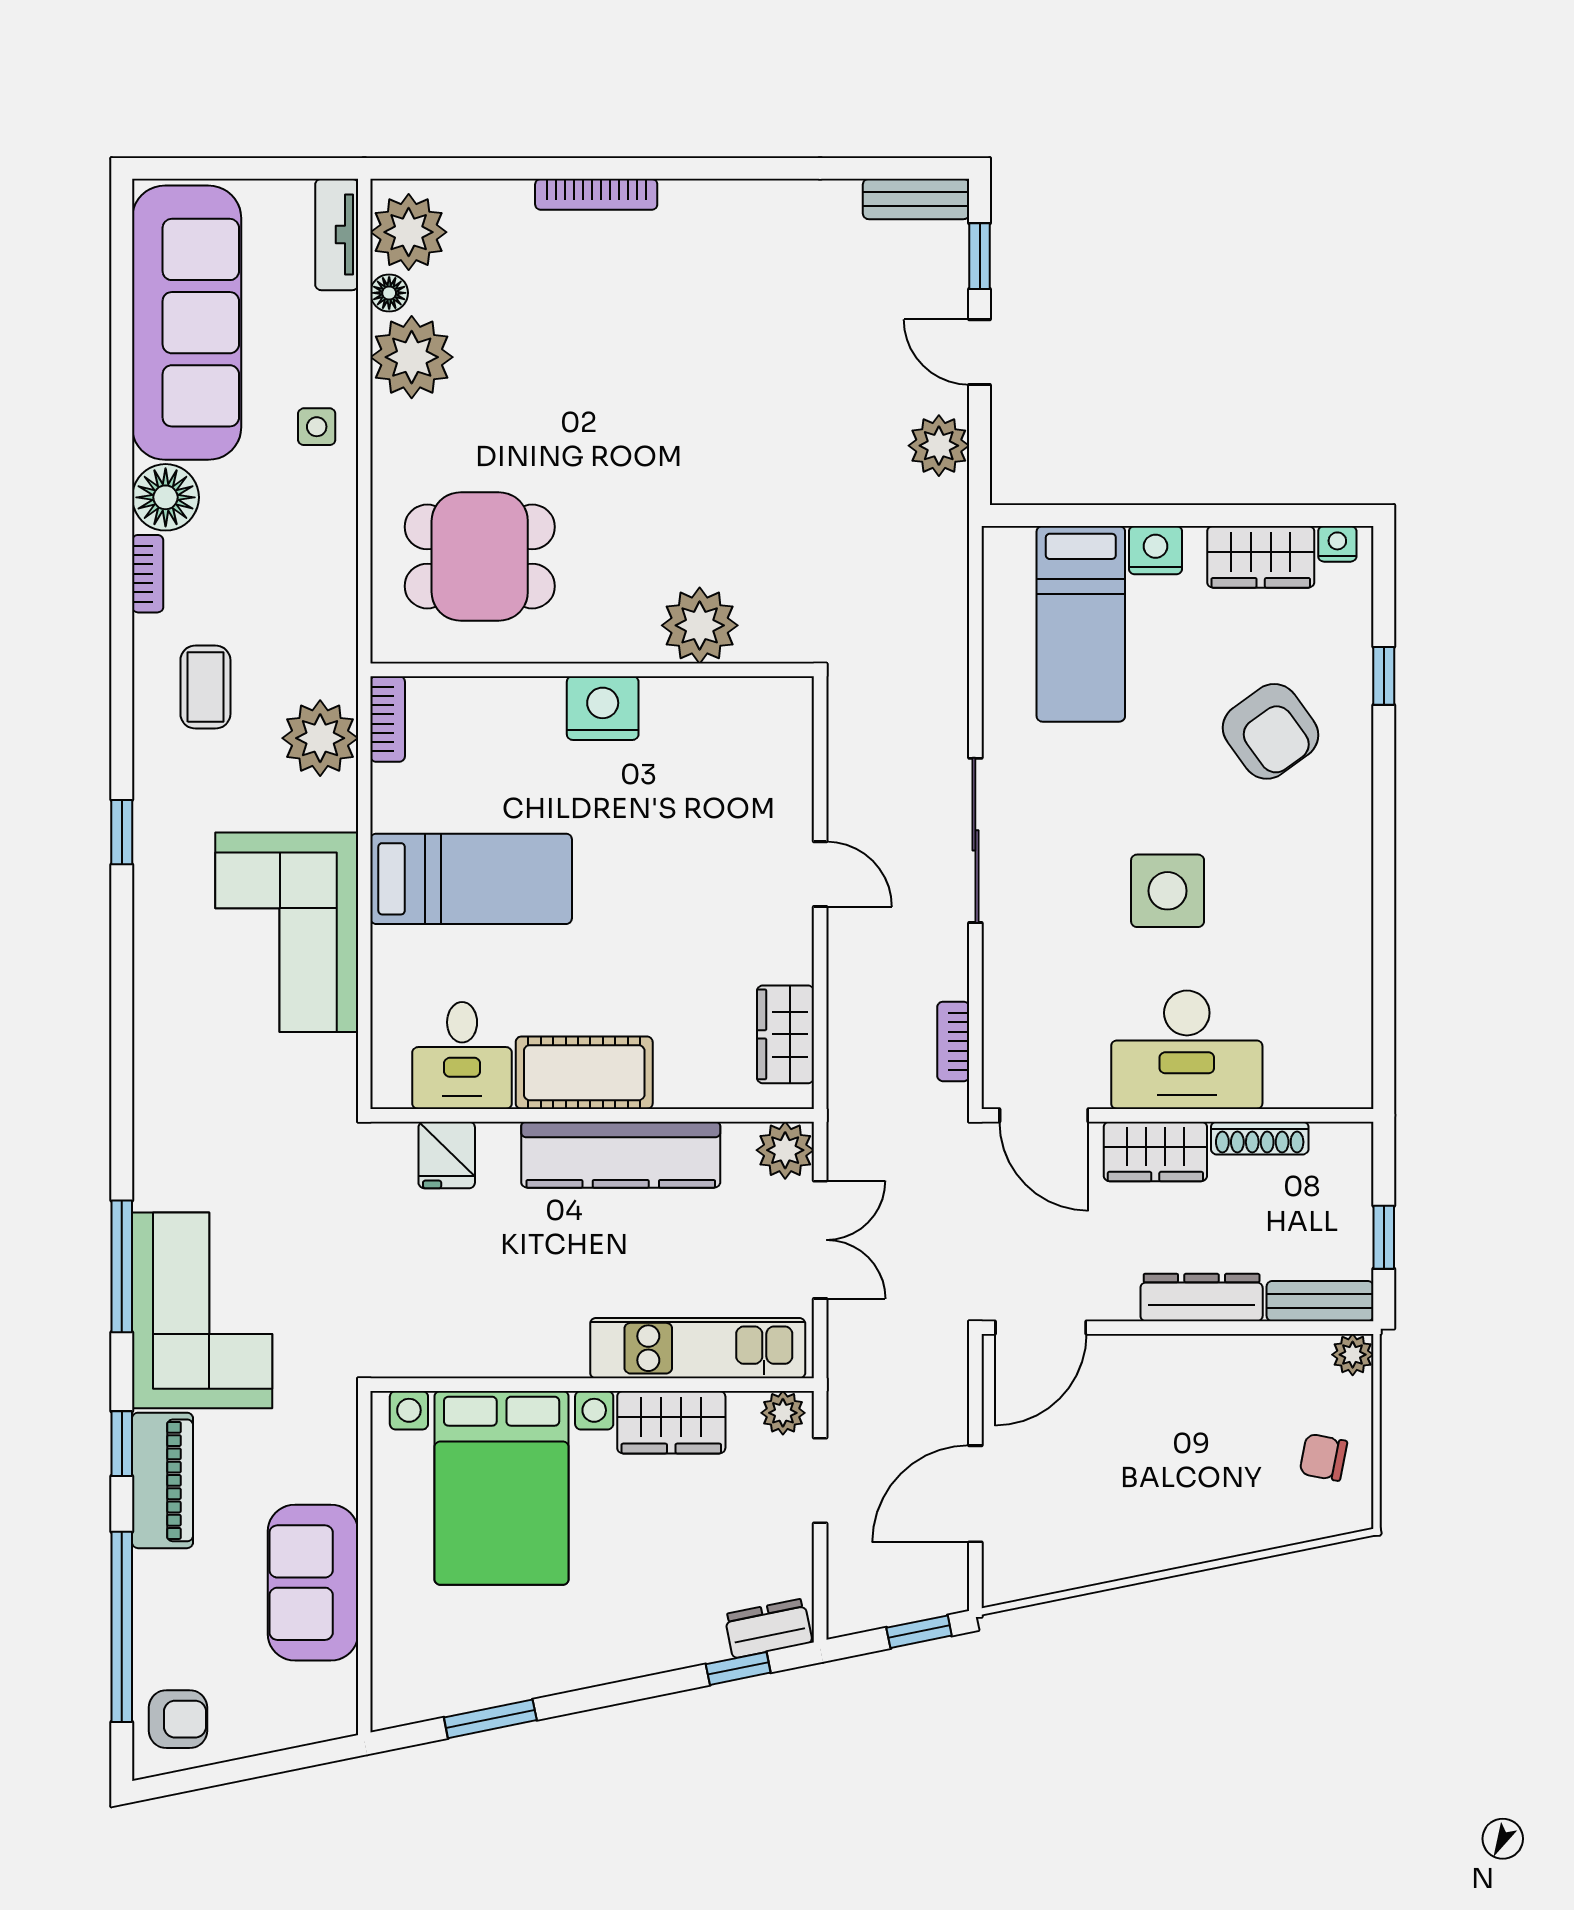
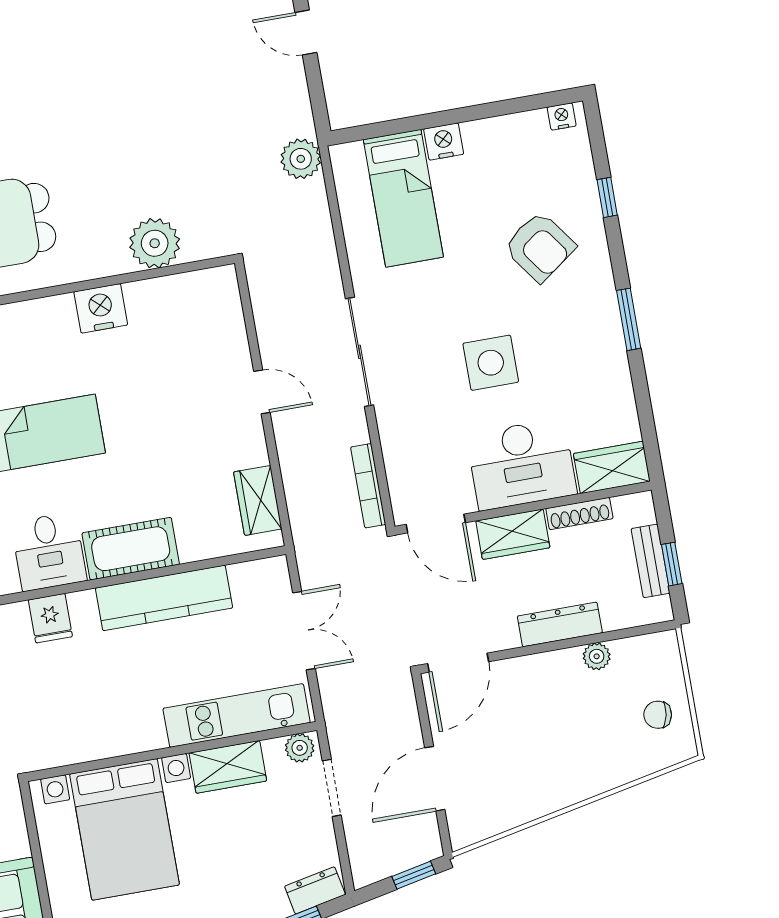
plant: (939, 446) -> (301, 159), moved
wardrobe: (1261, 557) -> (612, 467), moved, turned 180
window: (1384, 862) -> (629, 319), added
bookcase: (953, 1041) -> (368, 486), width x1.56
plant: (785, 1150) -> (271, 576), removed
bench: (1320, 1301) -> (651, 561), moved, turned 90
plant: (1353, 1355) -> (597, 656), moved

